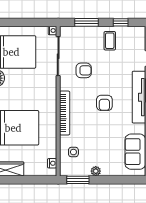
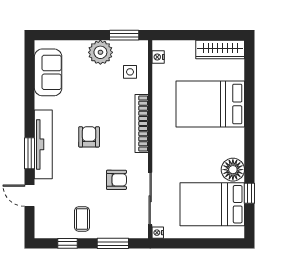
armchair: (84, 70) -> (116, 180), turned 180
plant: (96, 171) -> (100, 52), width x1.88, depth x1.88

